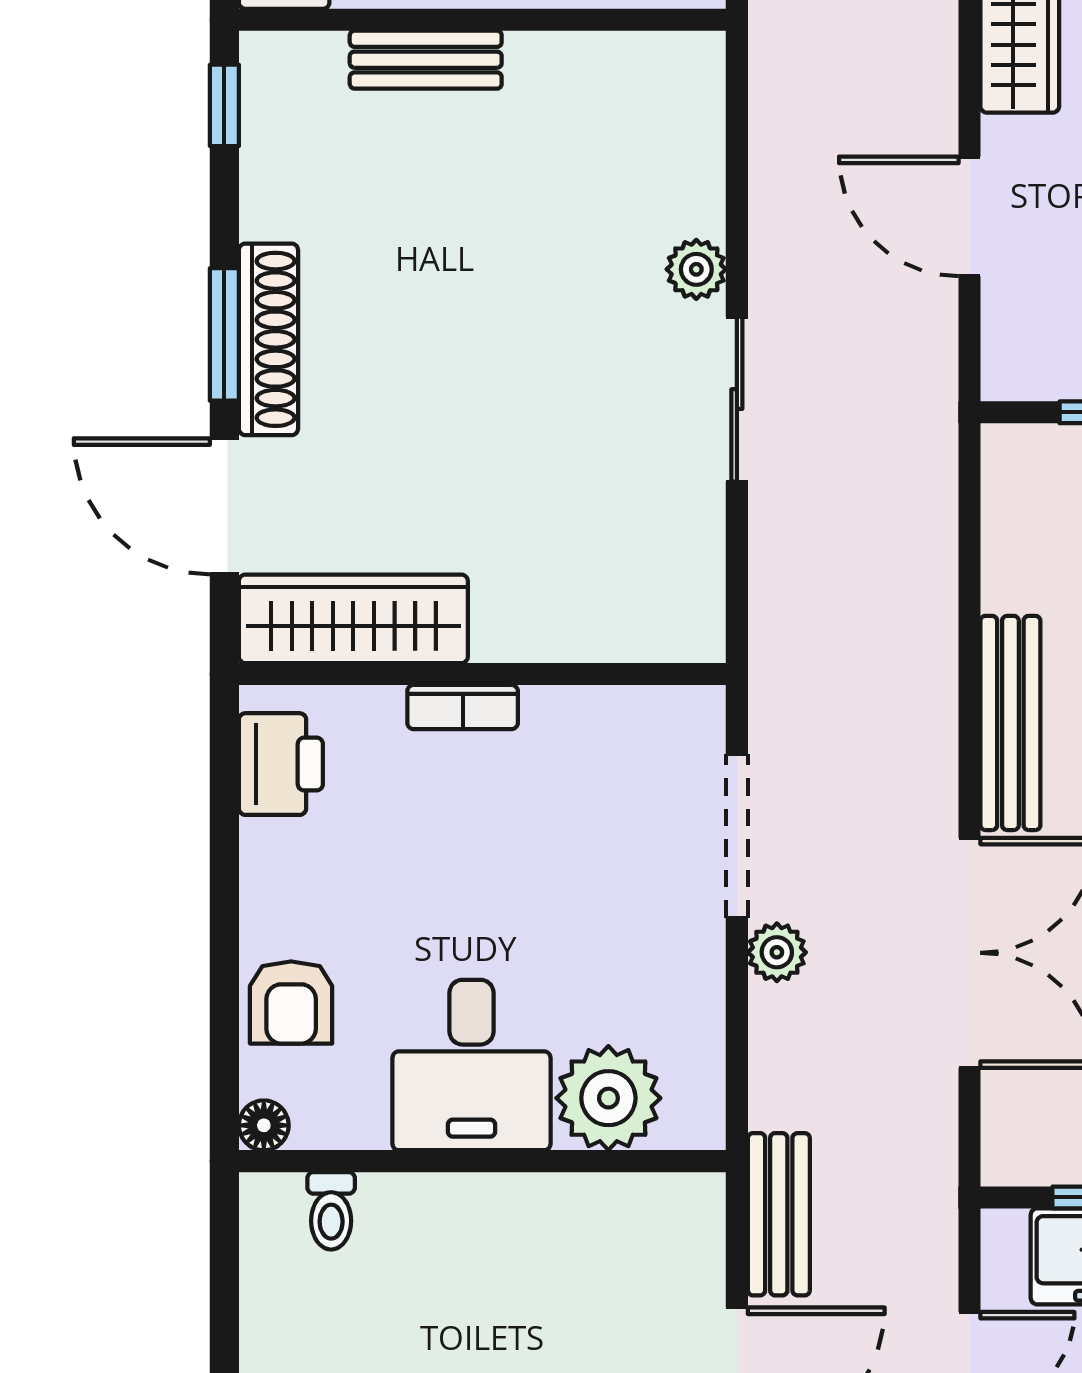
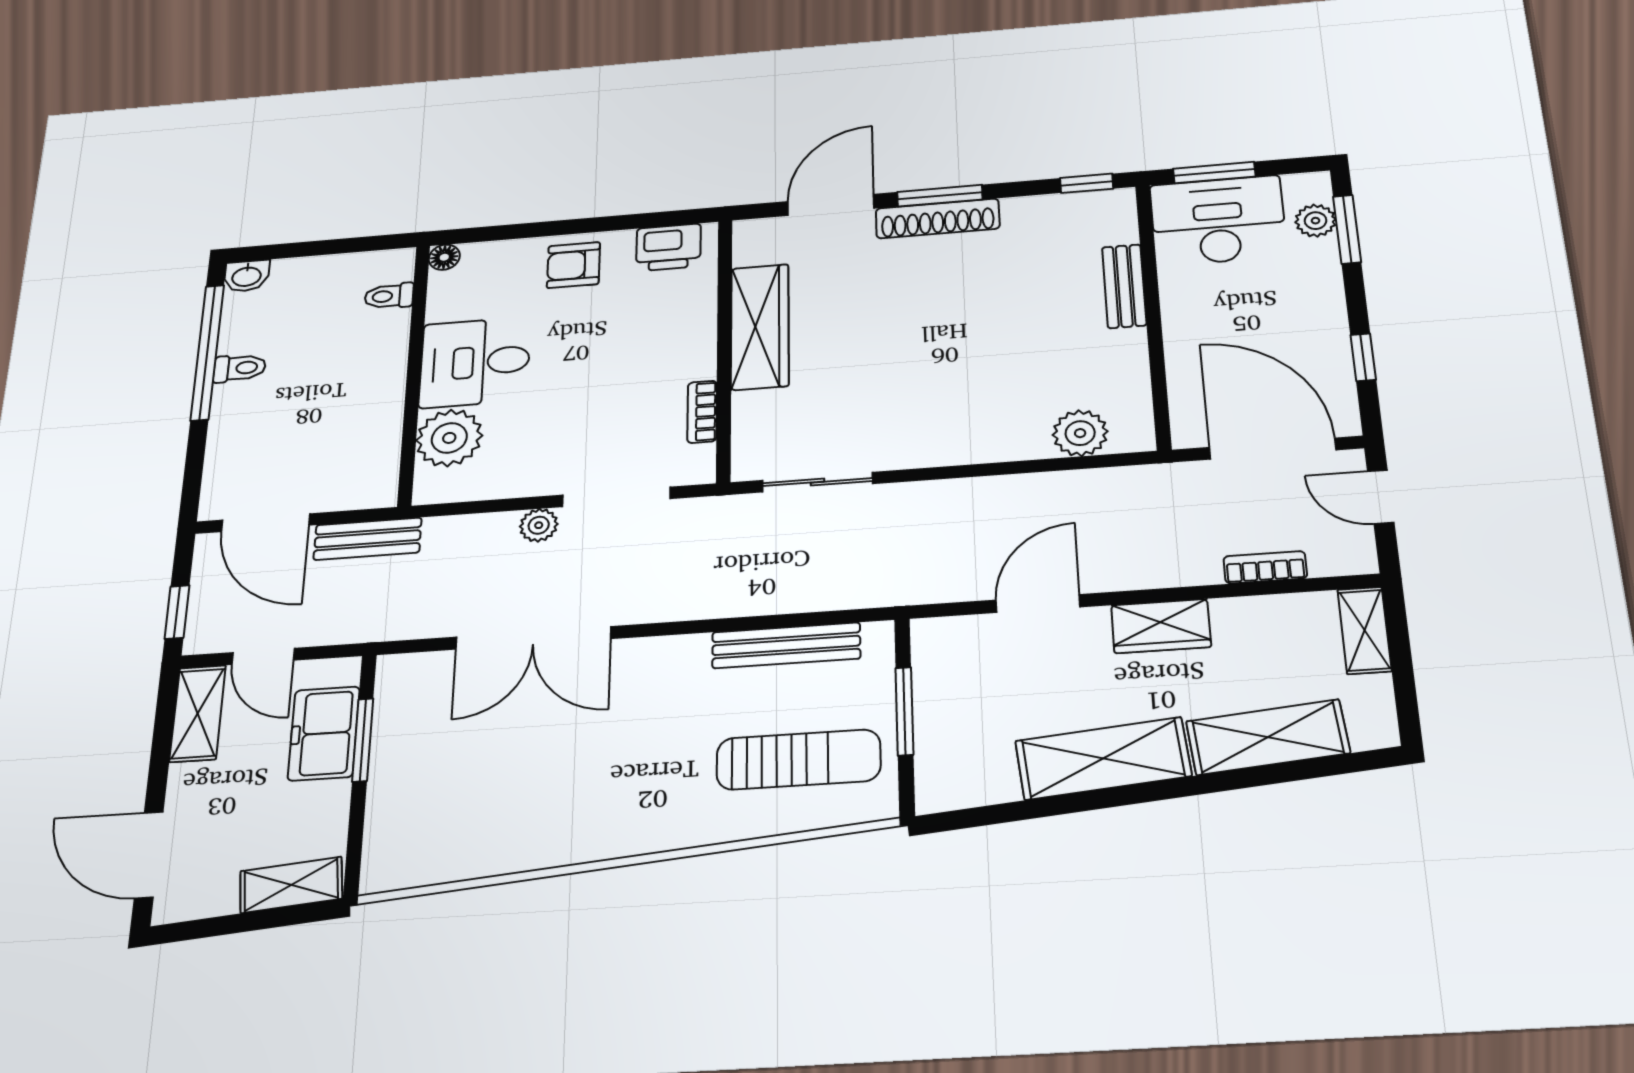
plant: (696, 269) -> (1080, 433), moved, width x1.38, depth x1.38
sliding door: (737, 399) -> (818, 482), moved
wardrobe: (353, 619) -> (760, 327), moved
bookcase: (463, 707) -> (702, 412), moved
bench: (1010, 723) -> (786, 645), moved
armchair: (291, 1002) -> (573, 265), moved

